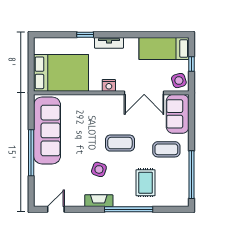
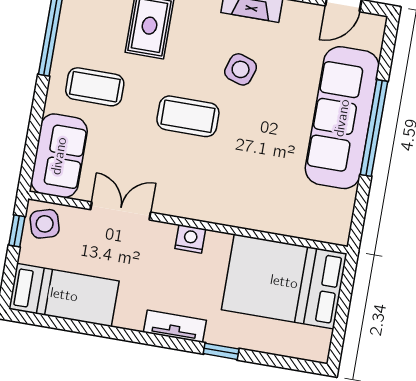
window: (191, 64) -> (17, 231), moved
double door: (144, 93) -> (121, 211), width x0.73
sofa: (47, 130) -> (342, 118), moved

